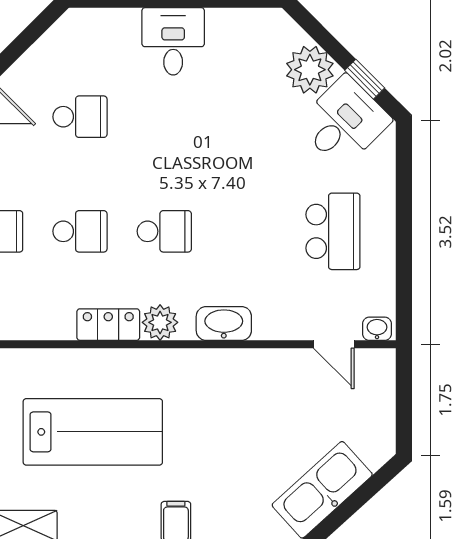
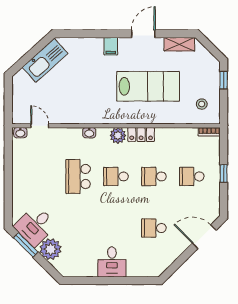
window: (365, 79) -> (26, 245), width x1.50
school desk: (333, 231) -> (78, 176), moved
washbasin: (224, 323) -> (89, 133), width x0.52, depth x0.69
lab bench: (93, 432) -> (148, 86), turned 180

